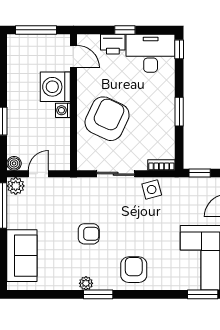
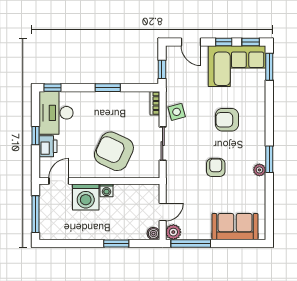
door: (38, 174) -> (163, 212), swing flipped
armchair: (134, 270) -> (227, 120), moved

